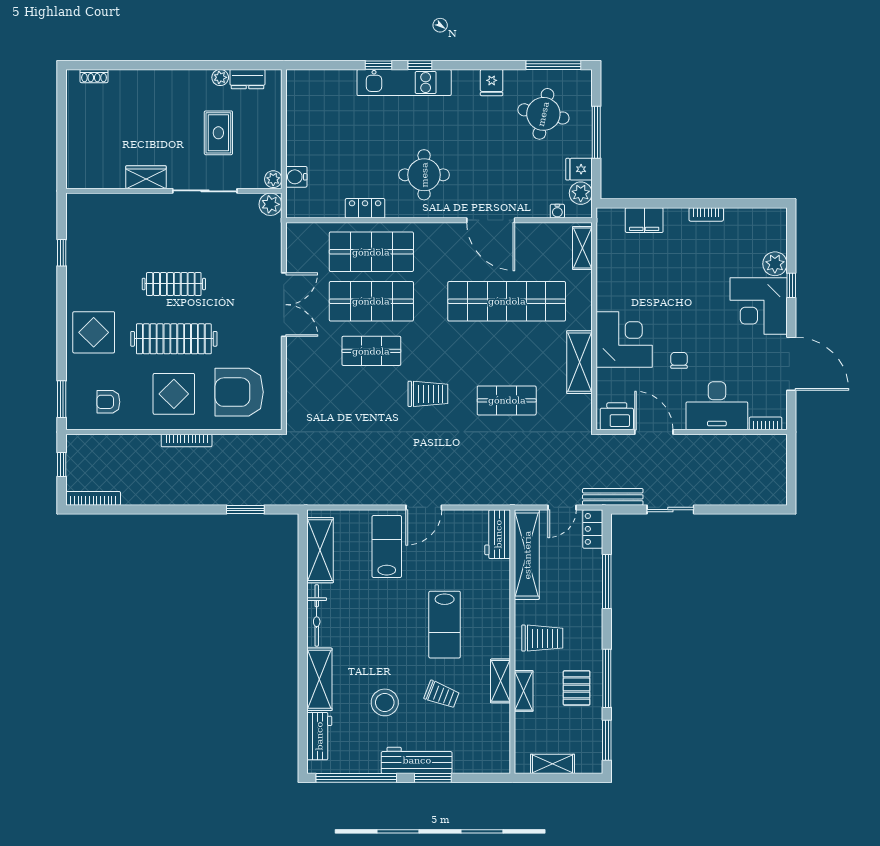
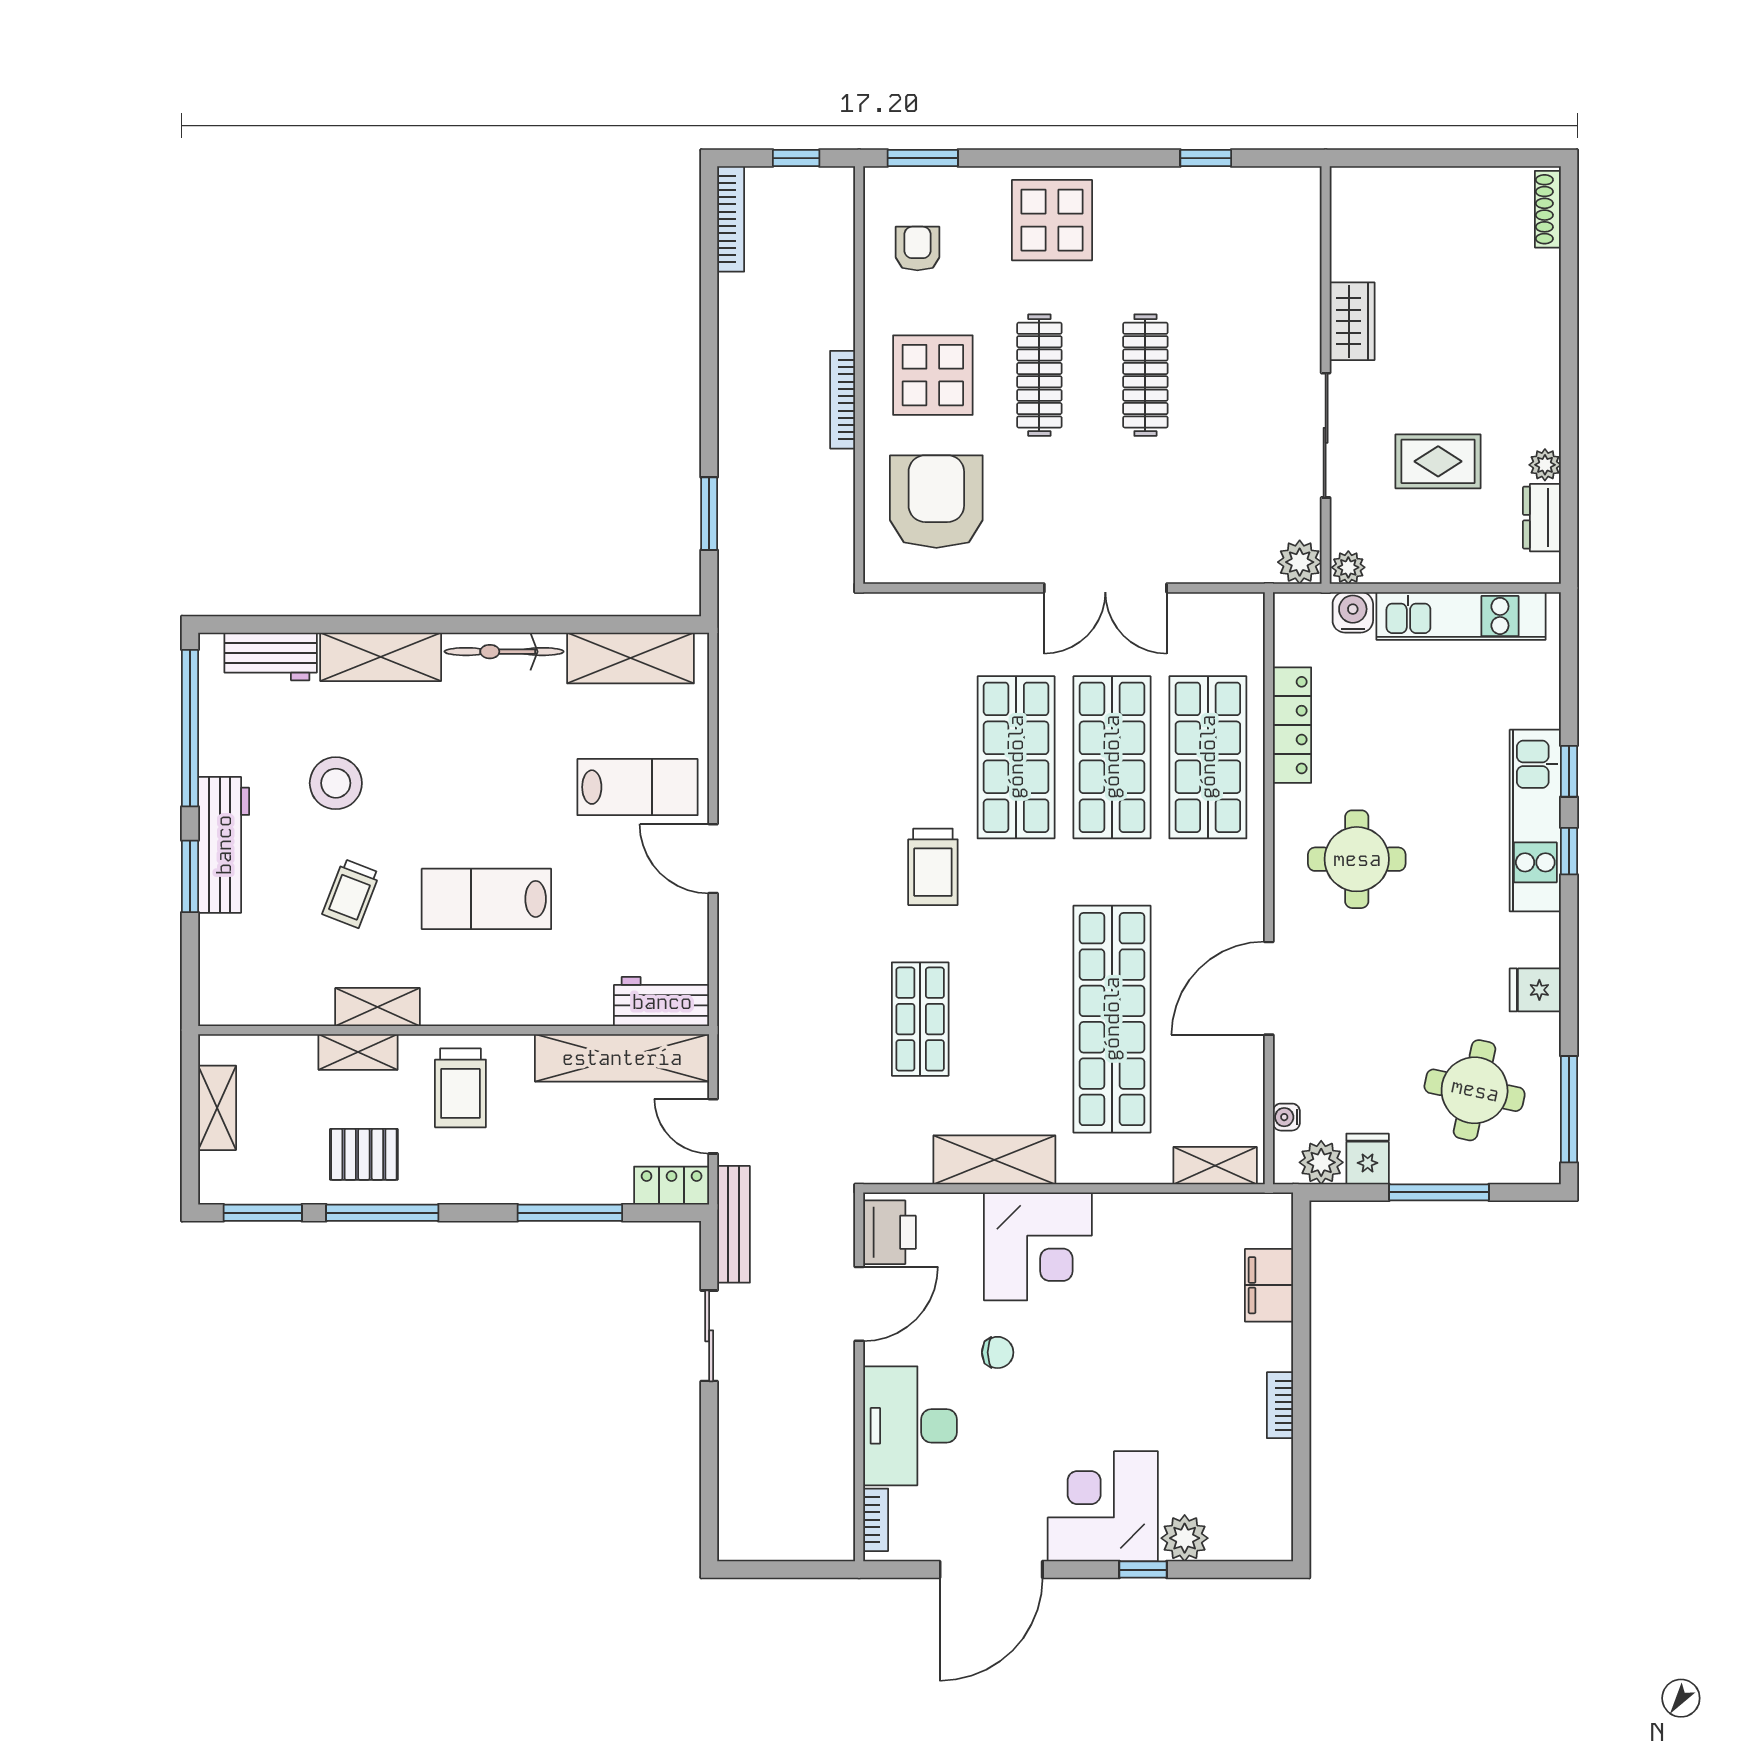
shoe rack: (94, 76) -> (1548, 209), width x1.43
kitchen unit: (298, 121) -> (1461, 616), added
locker: (365, 208) -> (1292, 725), width x1.53
clothes rail: (174, 339) -> (1039, 375), width x0.73, depth x0.76
shop shelf: (371, 351) -> (1016, 757), width x1.43, depth x1.36

